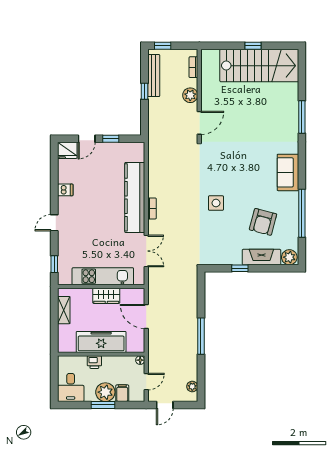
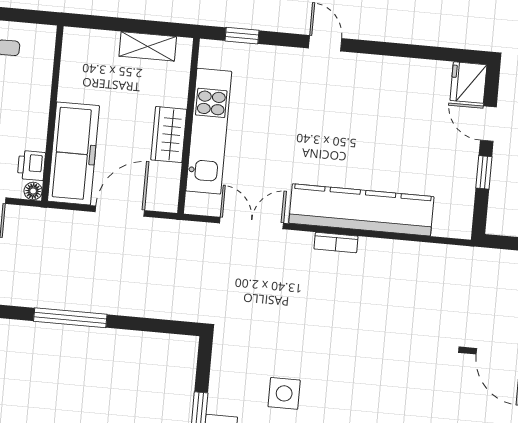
dishwasher: (65, 190) -> (389, 71), removed
side table: (216, 203) -> (284, 393), moved
double door: (146, 251) -> (252, 223), swing flipped
freezer: (101, 342) -> (73, 153), moved
printer: (94, 362) -> (31, 165), moved

